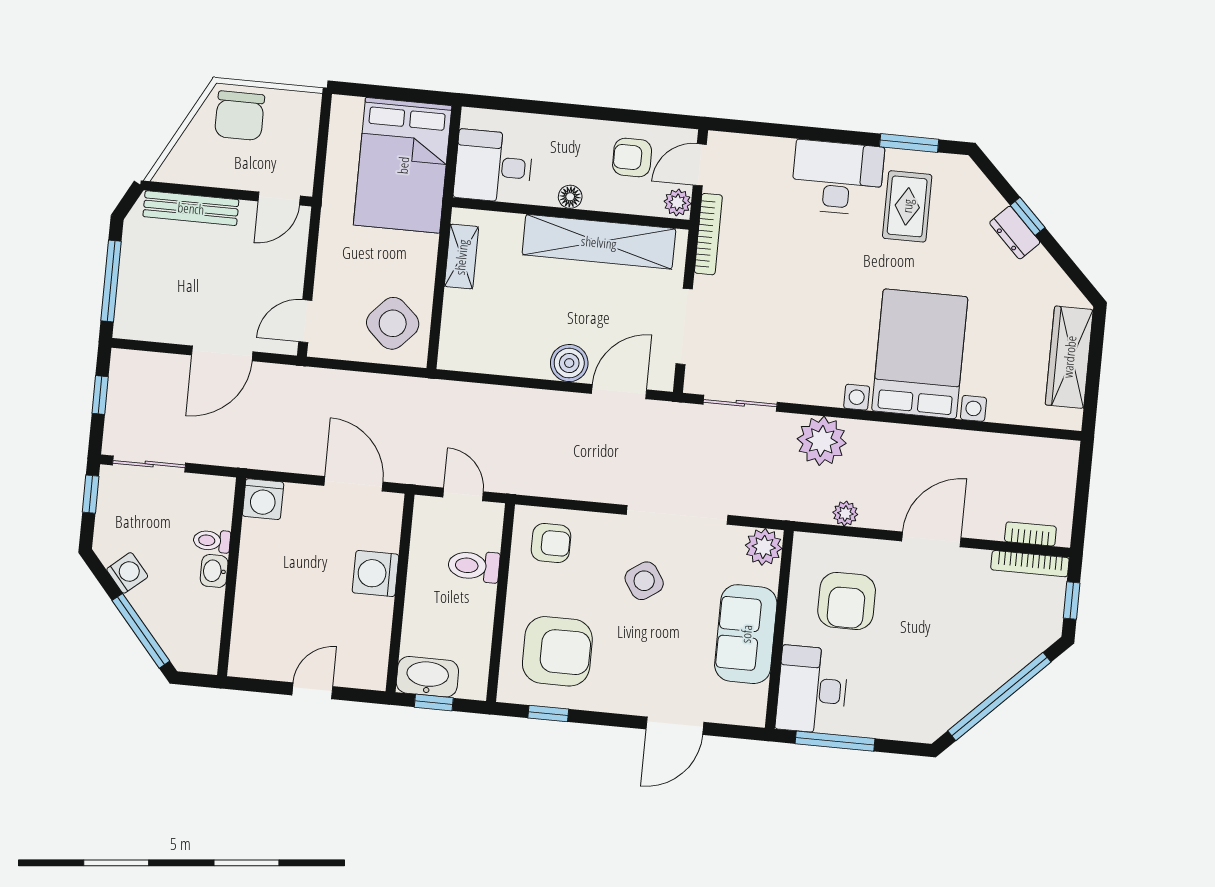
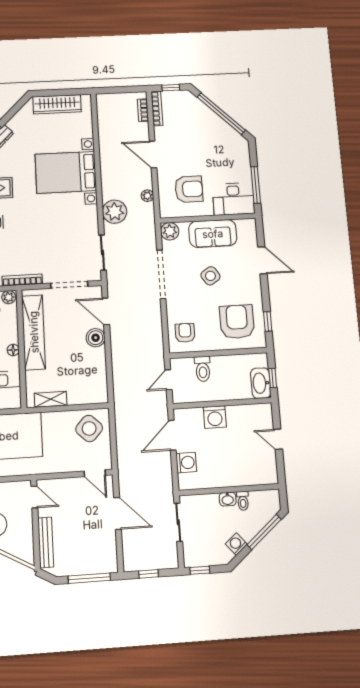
sliding door: (149, 464) -> (178, 522), moved
washing machine: (263, 499) -> (186, 463), moved
toilet: (212, 541) -> (243, 501), moved
side table: (644, 581) -> (210, 276), moved

